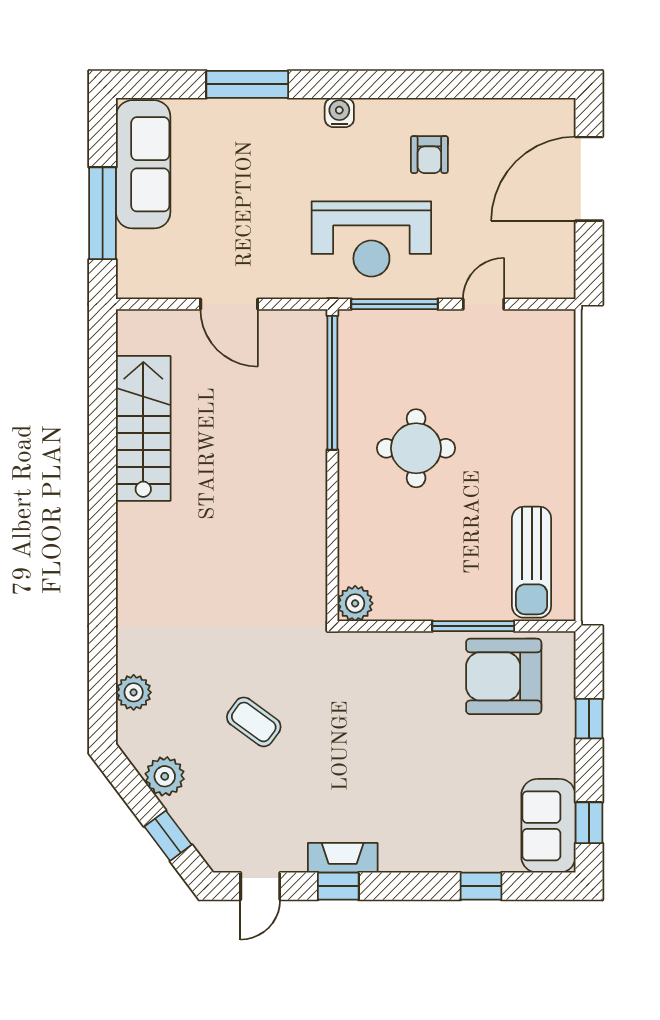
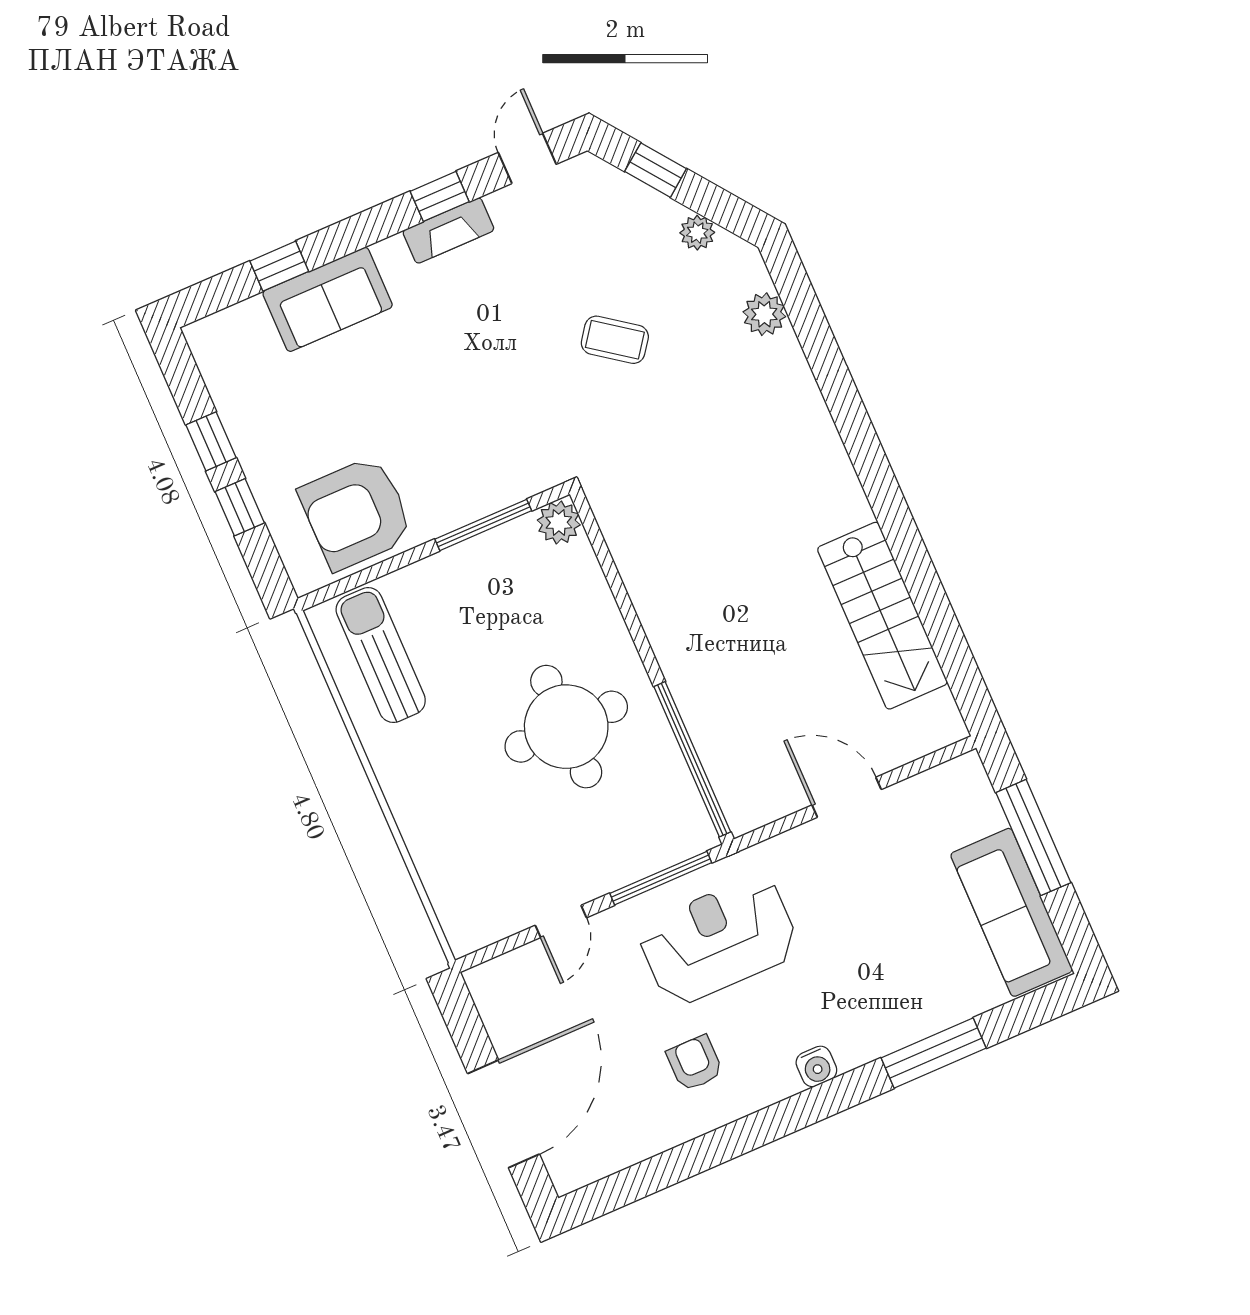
round table: (416, 448) -> (566, 727), width x1.36, depth x1.36
window: (473, 626) -> (483, 525), moved
armchair: (504, 676) -> (356, 513), turned 180
plant: (165, 776) -> (697, 233), width x0.73, depth x0.73
window: (589, 823) -> (211, 441), moved
sofa: (548, 826) -> (328, 299), moved, turned 90

